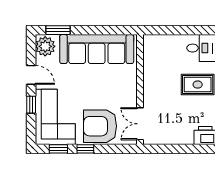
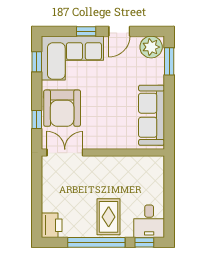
sofa: (97, 49) -> (152, 115), width x0.74, depth x0.79
armchair: (100, 126) -> (62, 108), turned 180
window: (85, 149) -> (37, 120), moved

